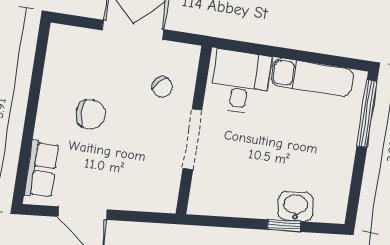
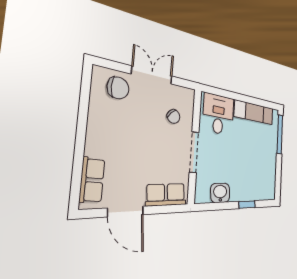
chair: (91, 114) -> (118, 88), moved
row of seats: (142, 197) -> (166, 195), added
washbasin: (296, 206) -> (220, 193), moved

